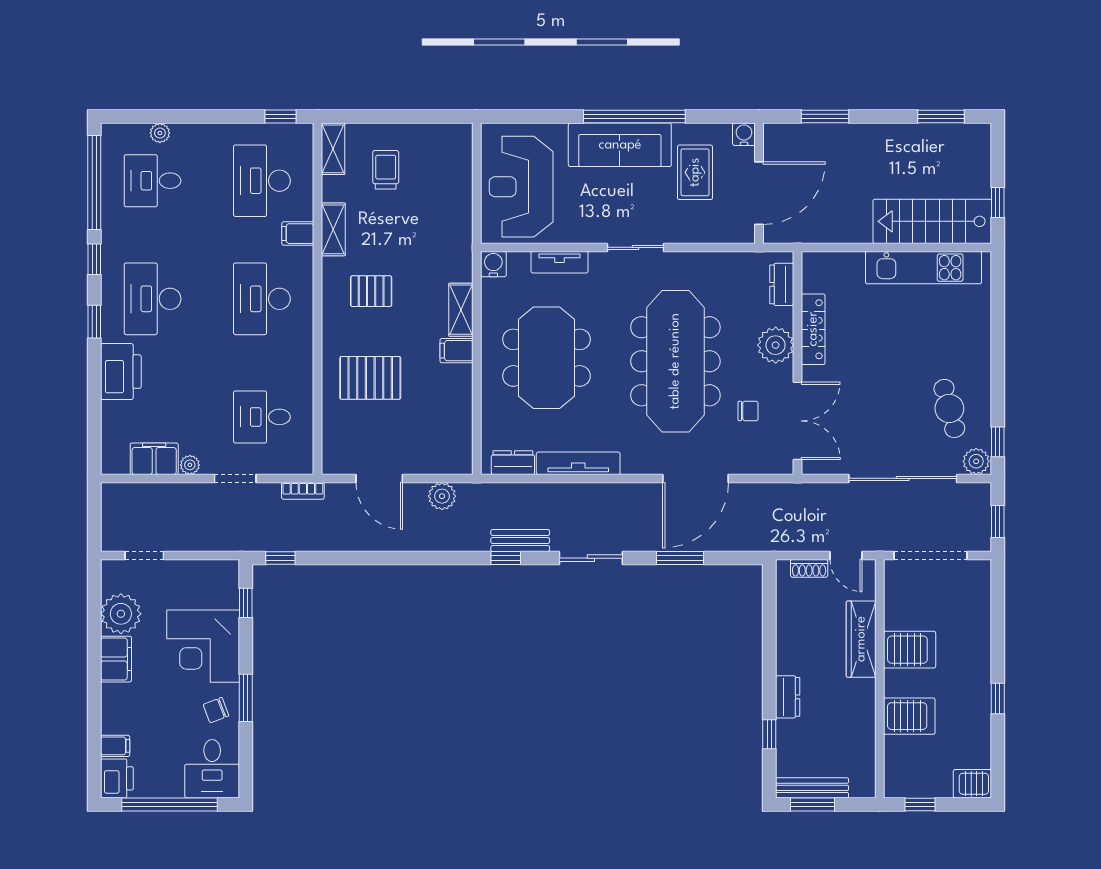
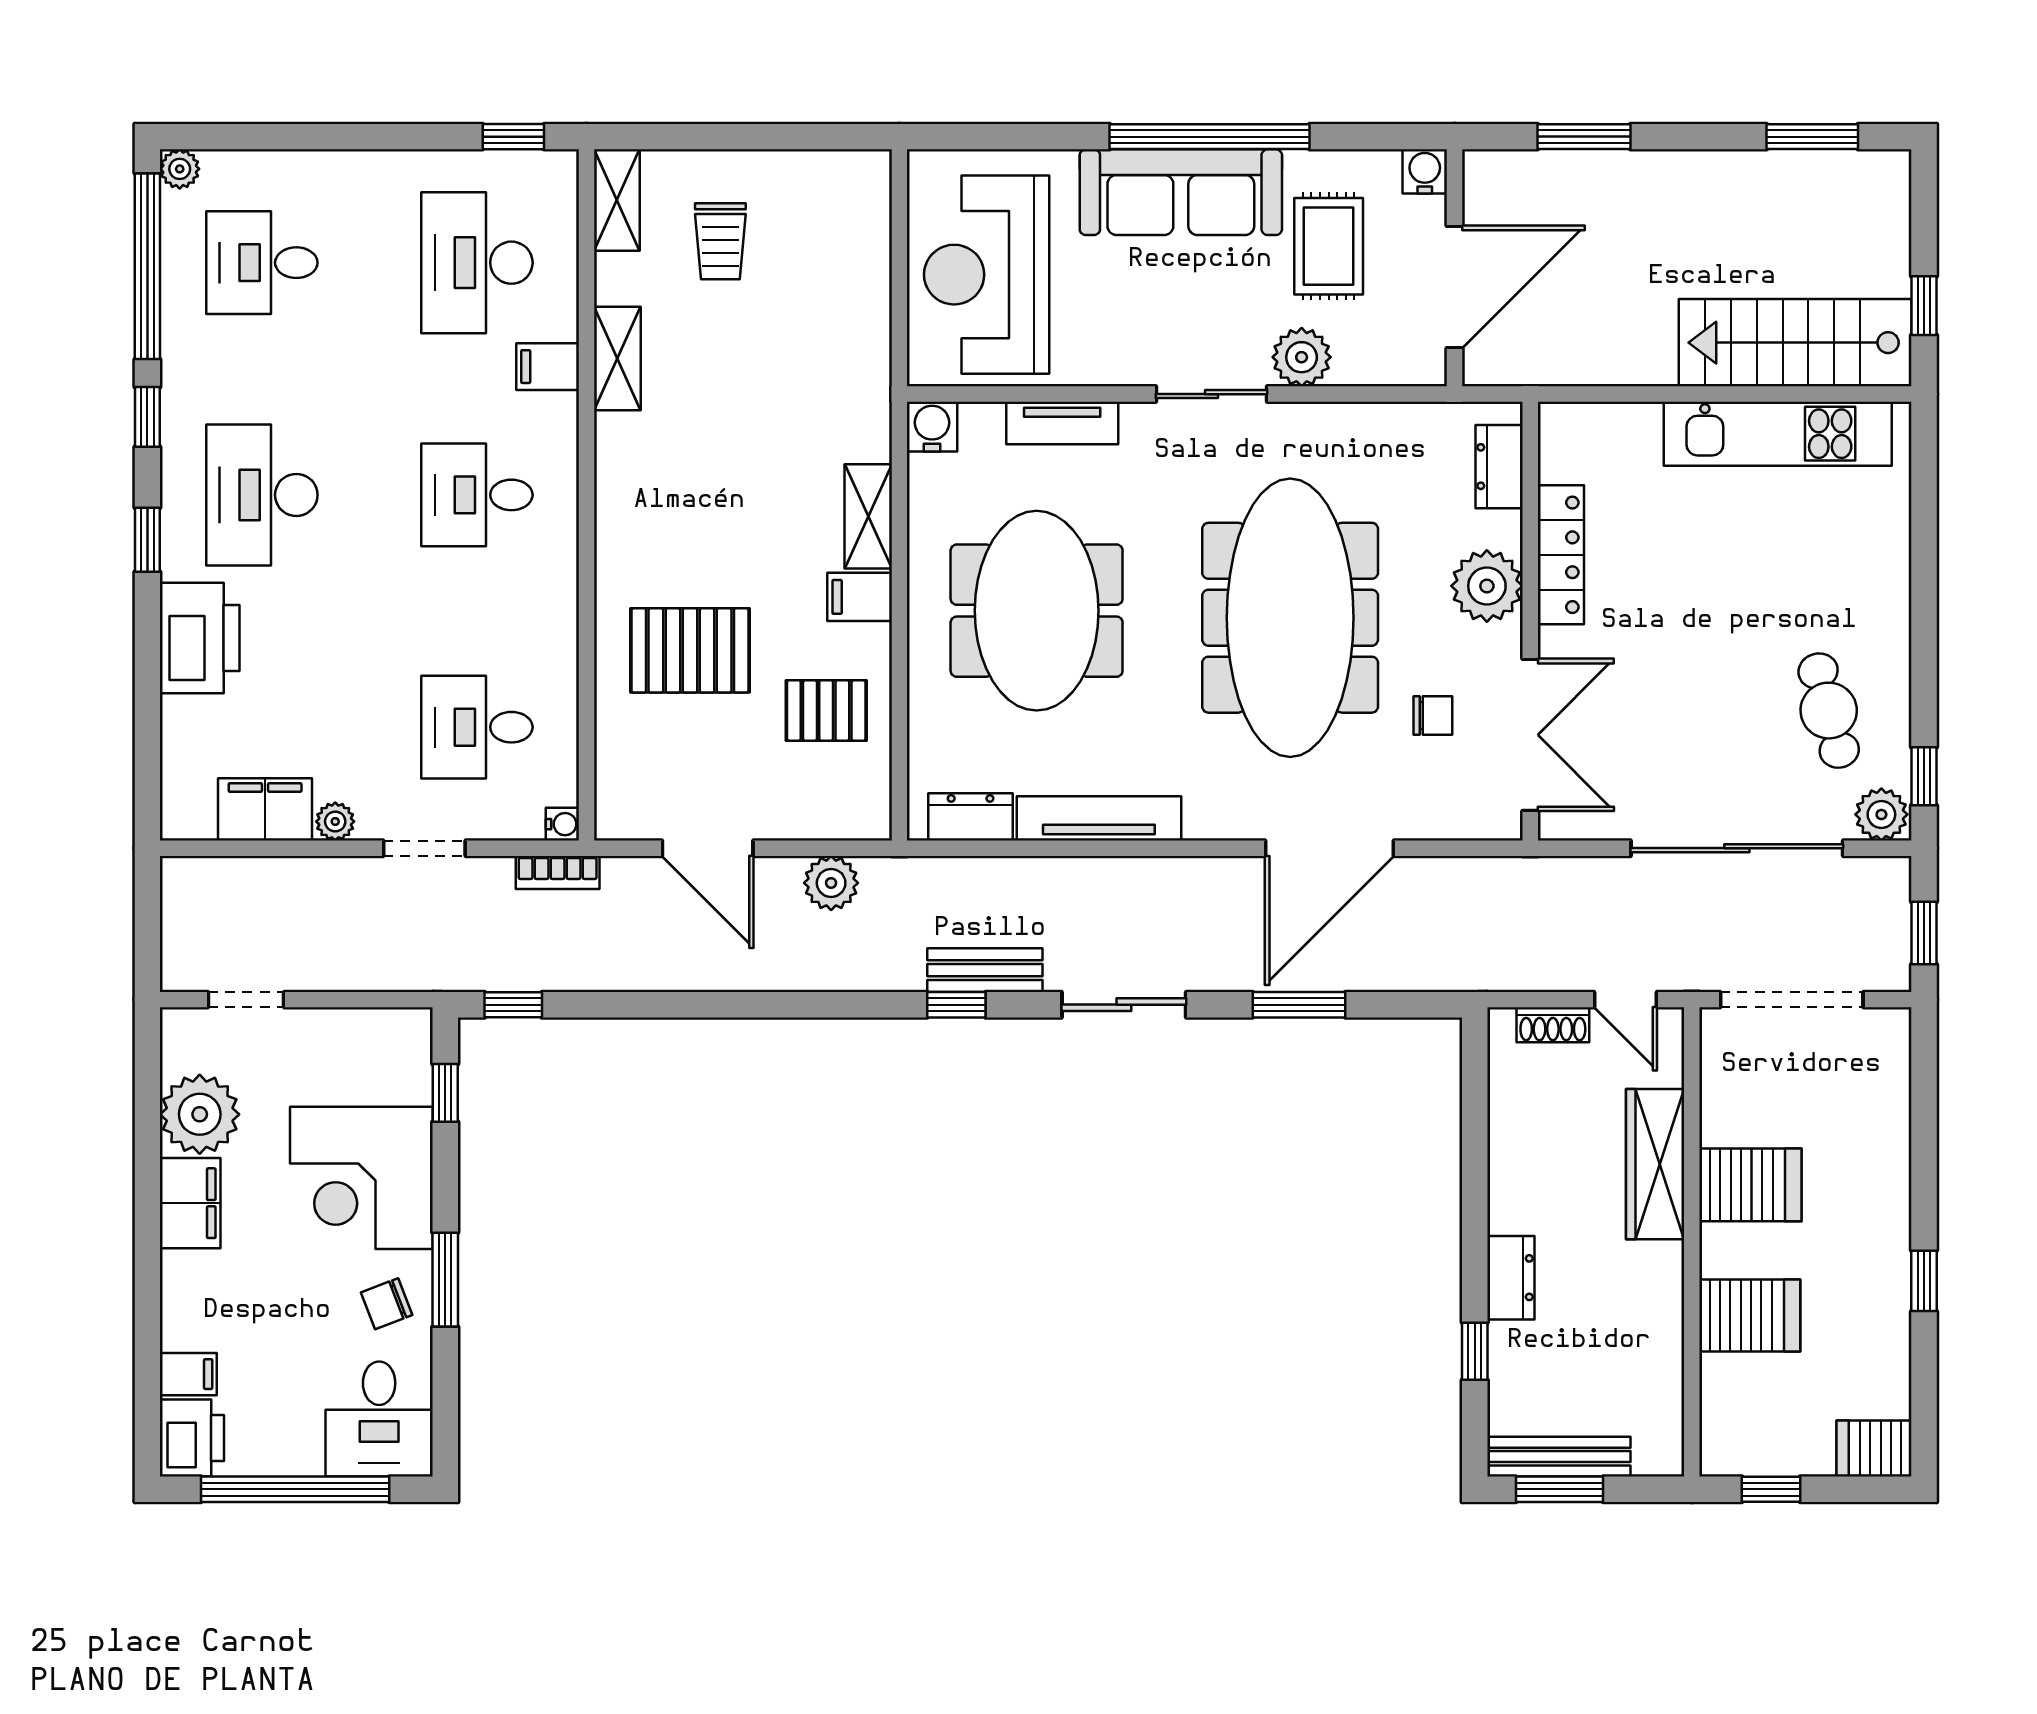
plant: (160, 133) -> (180, 169), moved
trolley: (386, 170) -> (720, 241), turned 180
plant: (681, 229) -> (1302, 357), added
pallet: (371, 291) -> (826, 710), moved
desk: (262, 299) -> (477, 495), width x0.73
water cooler: (305, 466) -> (562, 824), added

